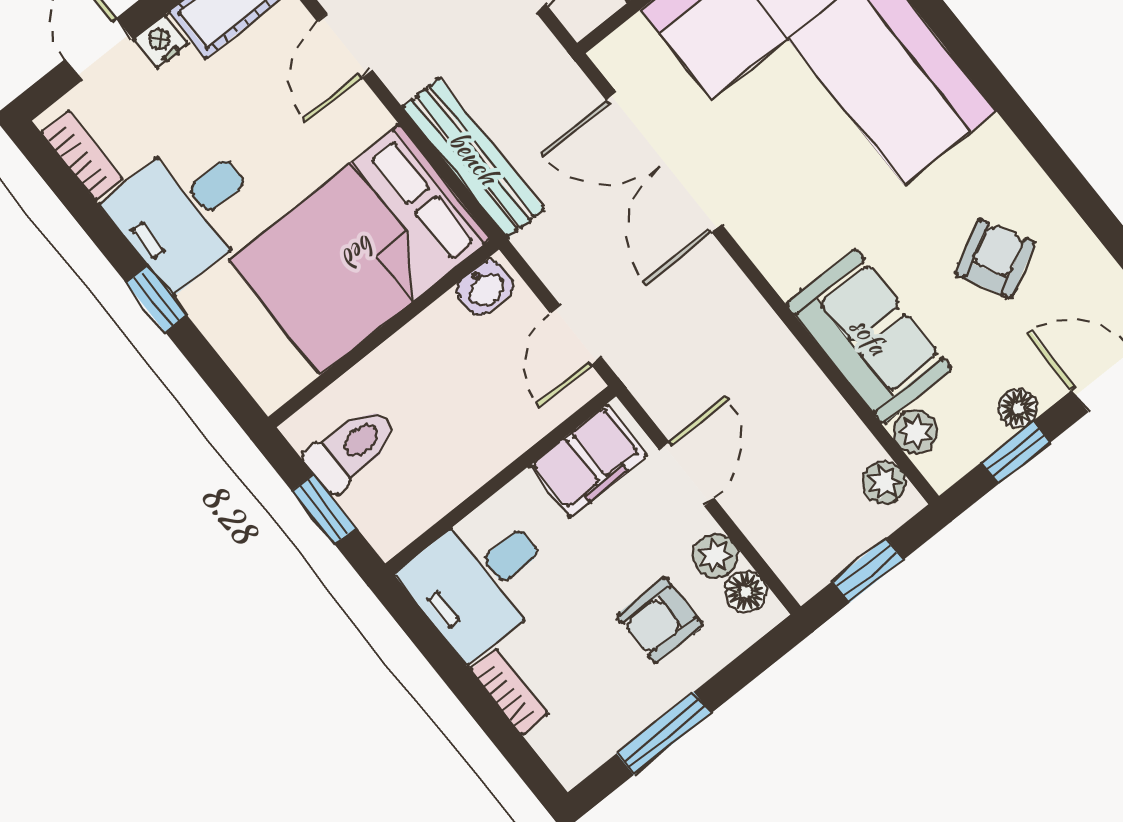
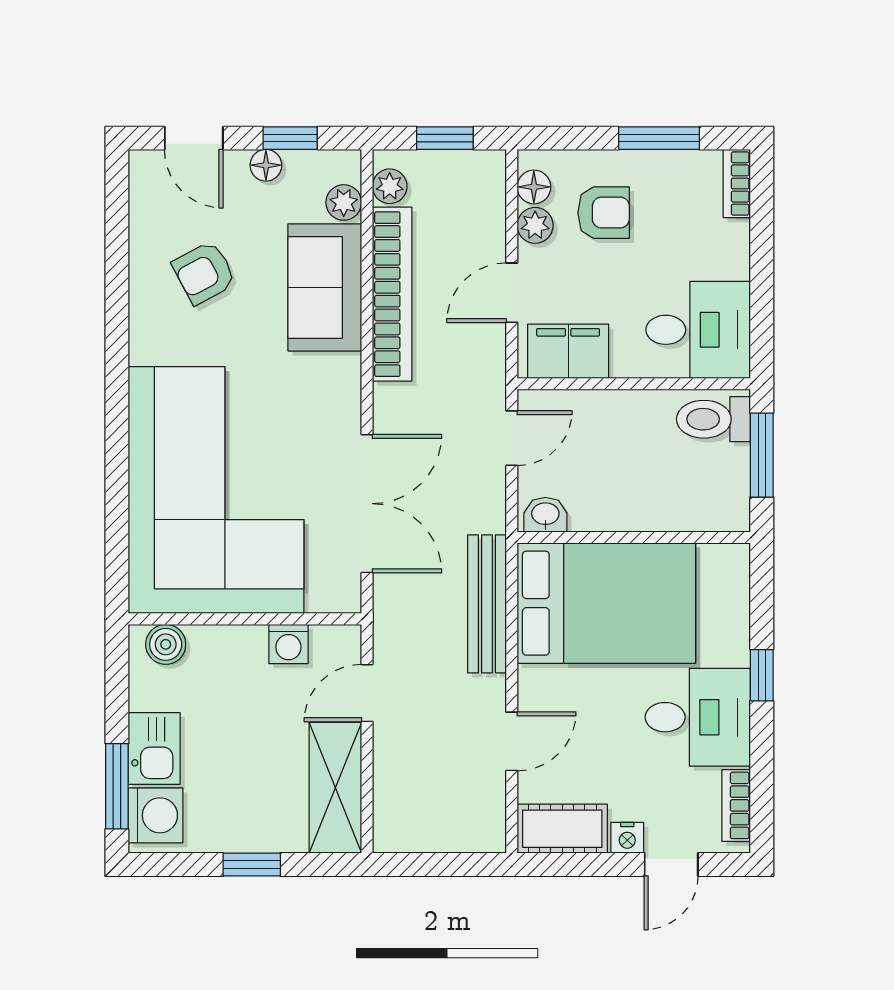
bookcase: (800, 381) -> (392, 294), added
toilet: (351, 448) -> (713, 419), moved
window: (324, 509) -> (762, 455), width x1.50
bookcase: (509, 692) -> (737, 183), moved

